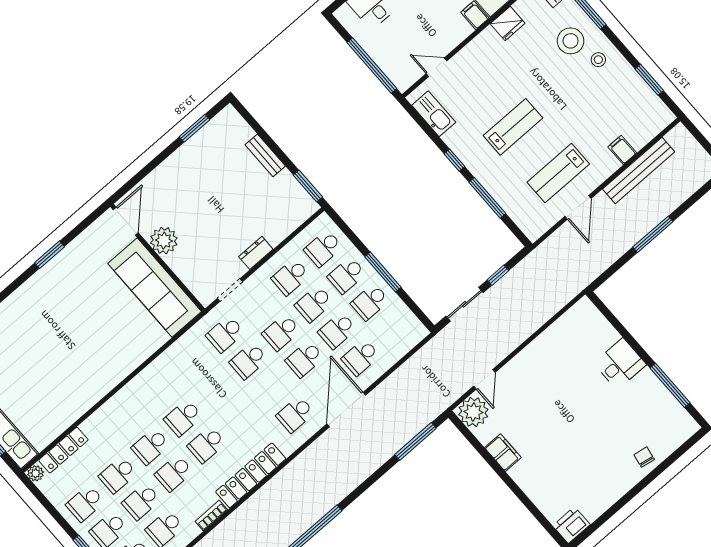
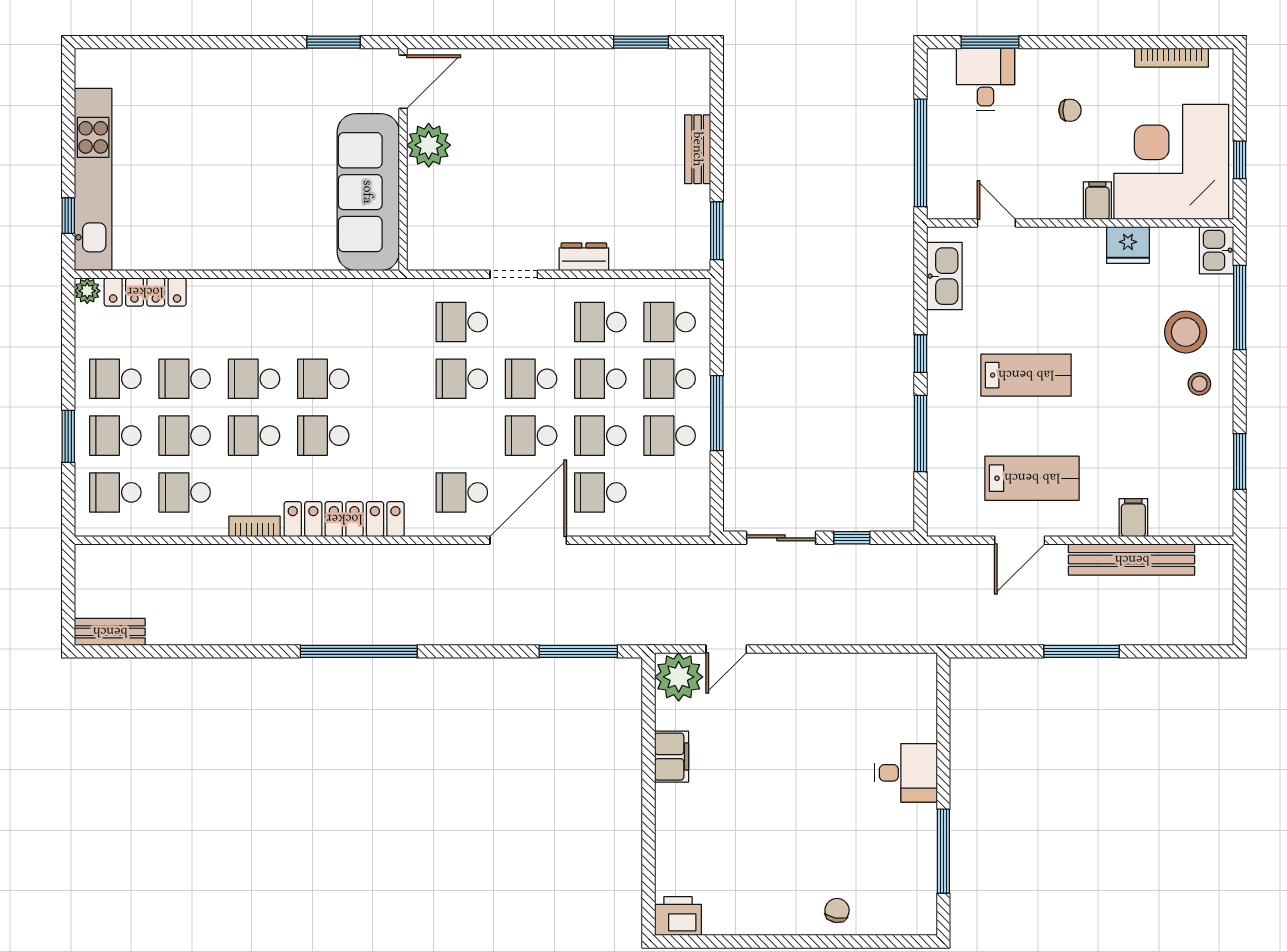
lab bench: (558, 173) -> (1032, 478), turned 180
door: (126, 221) -> (403, 82), moved
plant: (164, 241) -> (429, 145), moved
wall: (158, 258) -> (403, 159), moved
sofa: (155, 288) -> (368, 192), moved

